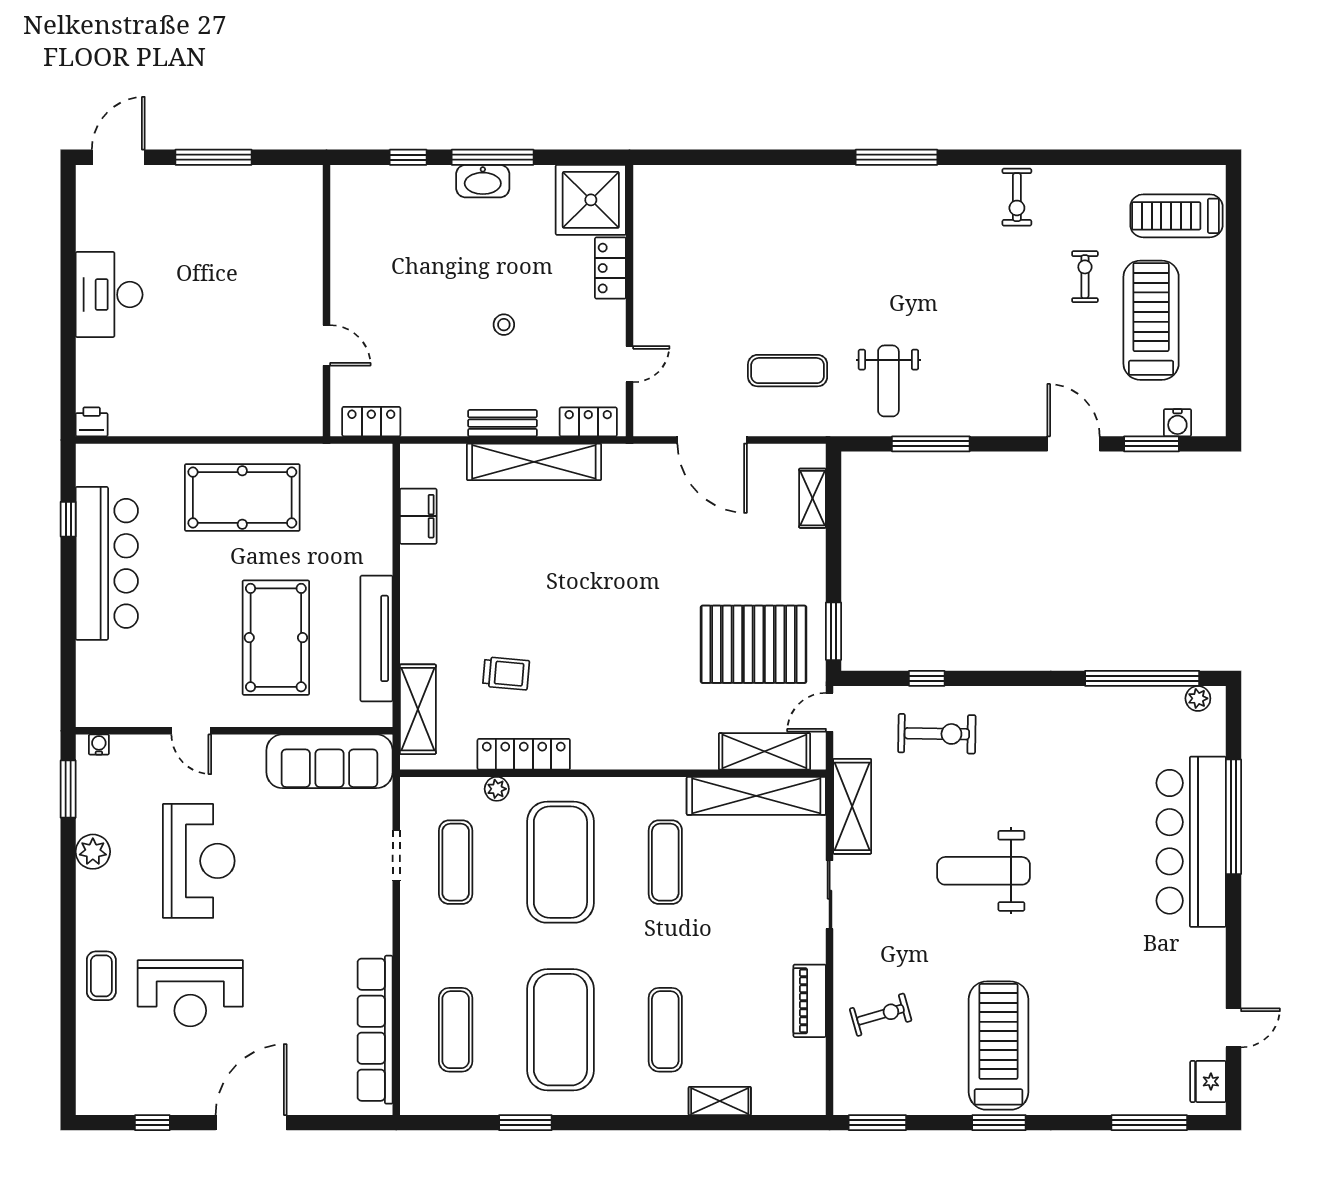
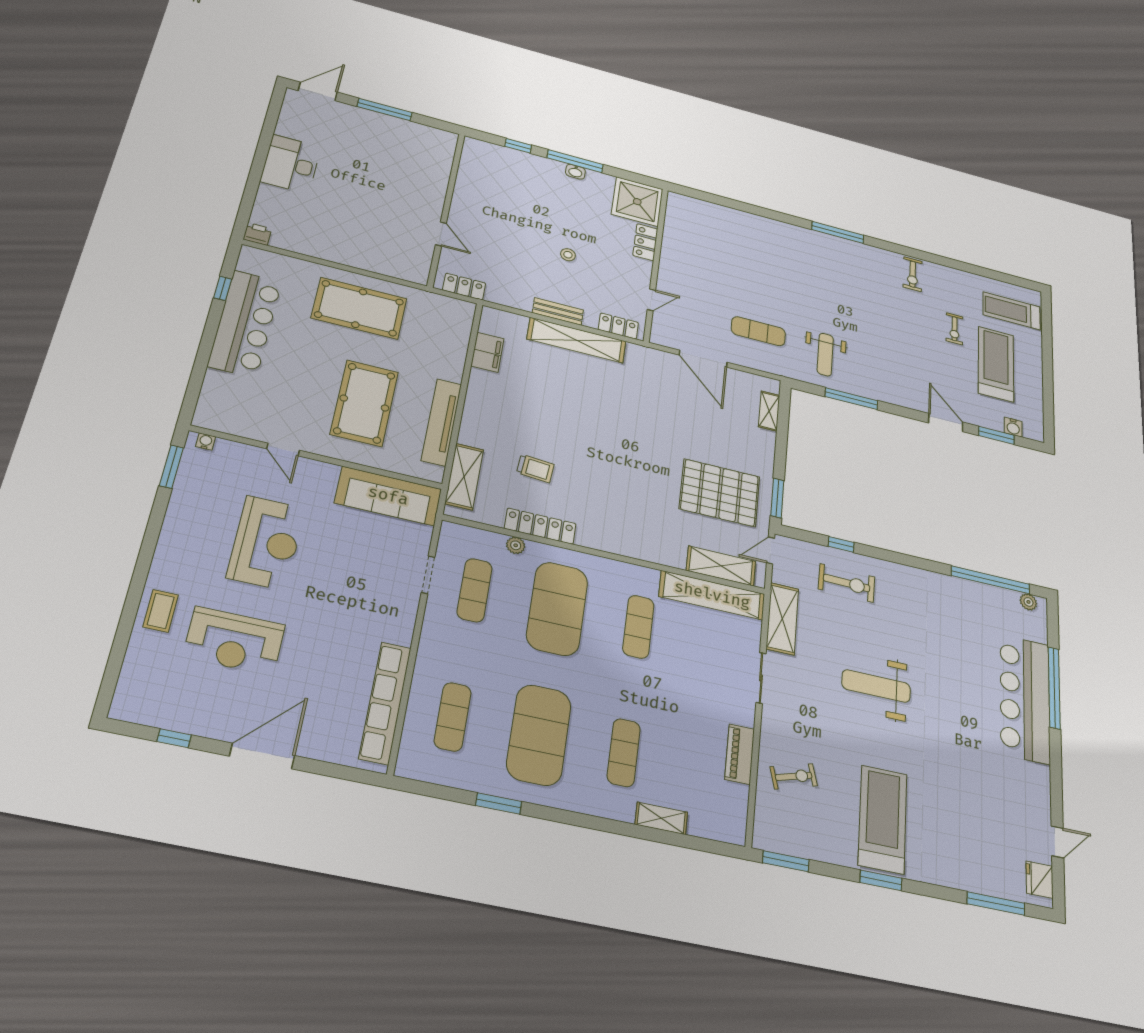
washbasin: (483, 181) -> (575, 172), width x0.52, depth x0.69
exercise bike: (1085, 277) -> (954, 329), turned 180
plant: (93, 852) -> (179, 516), removed

